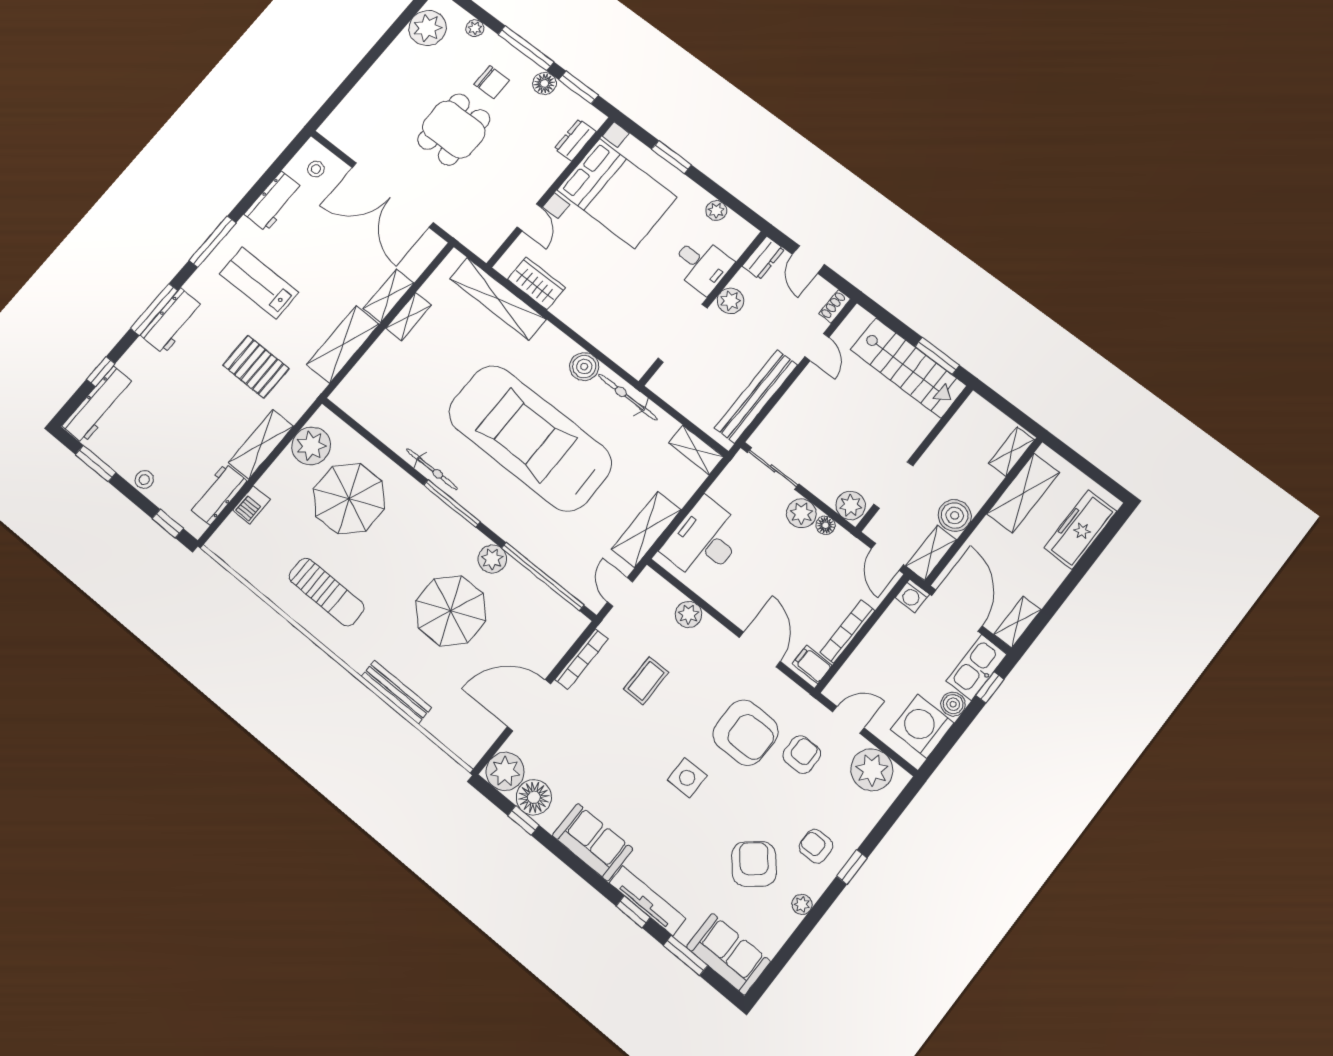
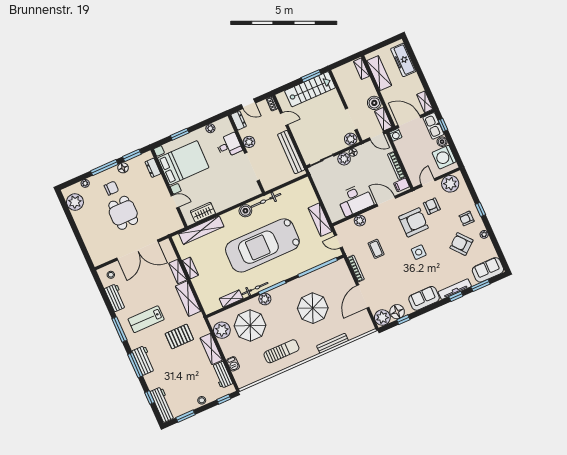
shelving: (696, 450) -> (231, 299), moved
desk: (704, 540) -> (355, 200), moved, turned -90
plant: (492, 559) -> (265, 299), moved

